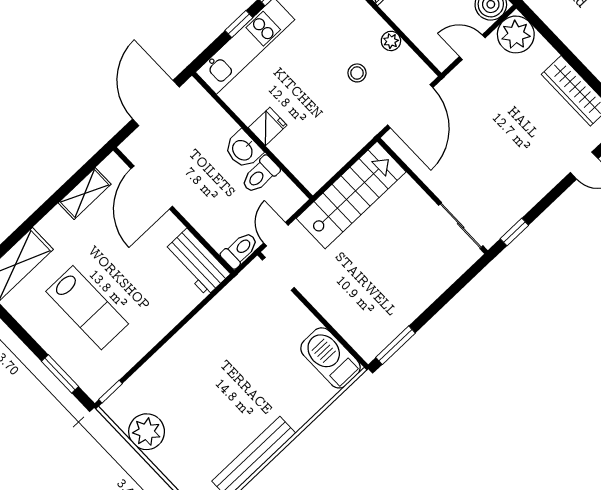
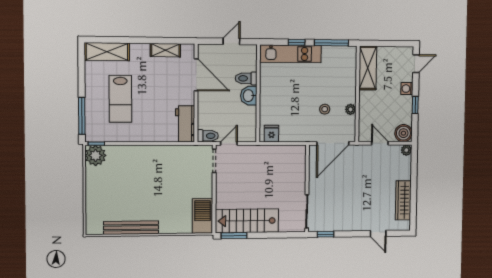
plant: (516, 34) -> (406, 150), width x0.53, depth x0.53
door: (156, 103) -> (231, 41), width x0.53
fridge: (268, 126) -> (271, 134), moved, turned -90
toilet: (260, 175) -> (246, 78), moved
door: (152, 187) -> (196, 75), swing flipped
stairs: (351, 195) -> (247, 221), moved, turned 180
window: (60, 374) -> (82, 116), width x1.44
plant: (147, 432) -> (96, 155), moved

